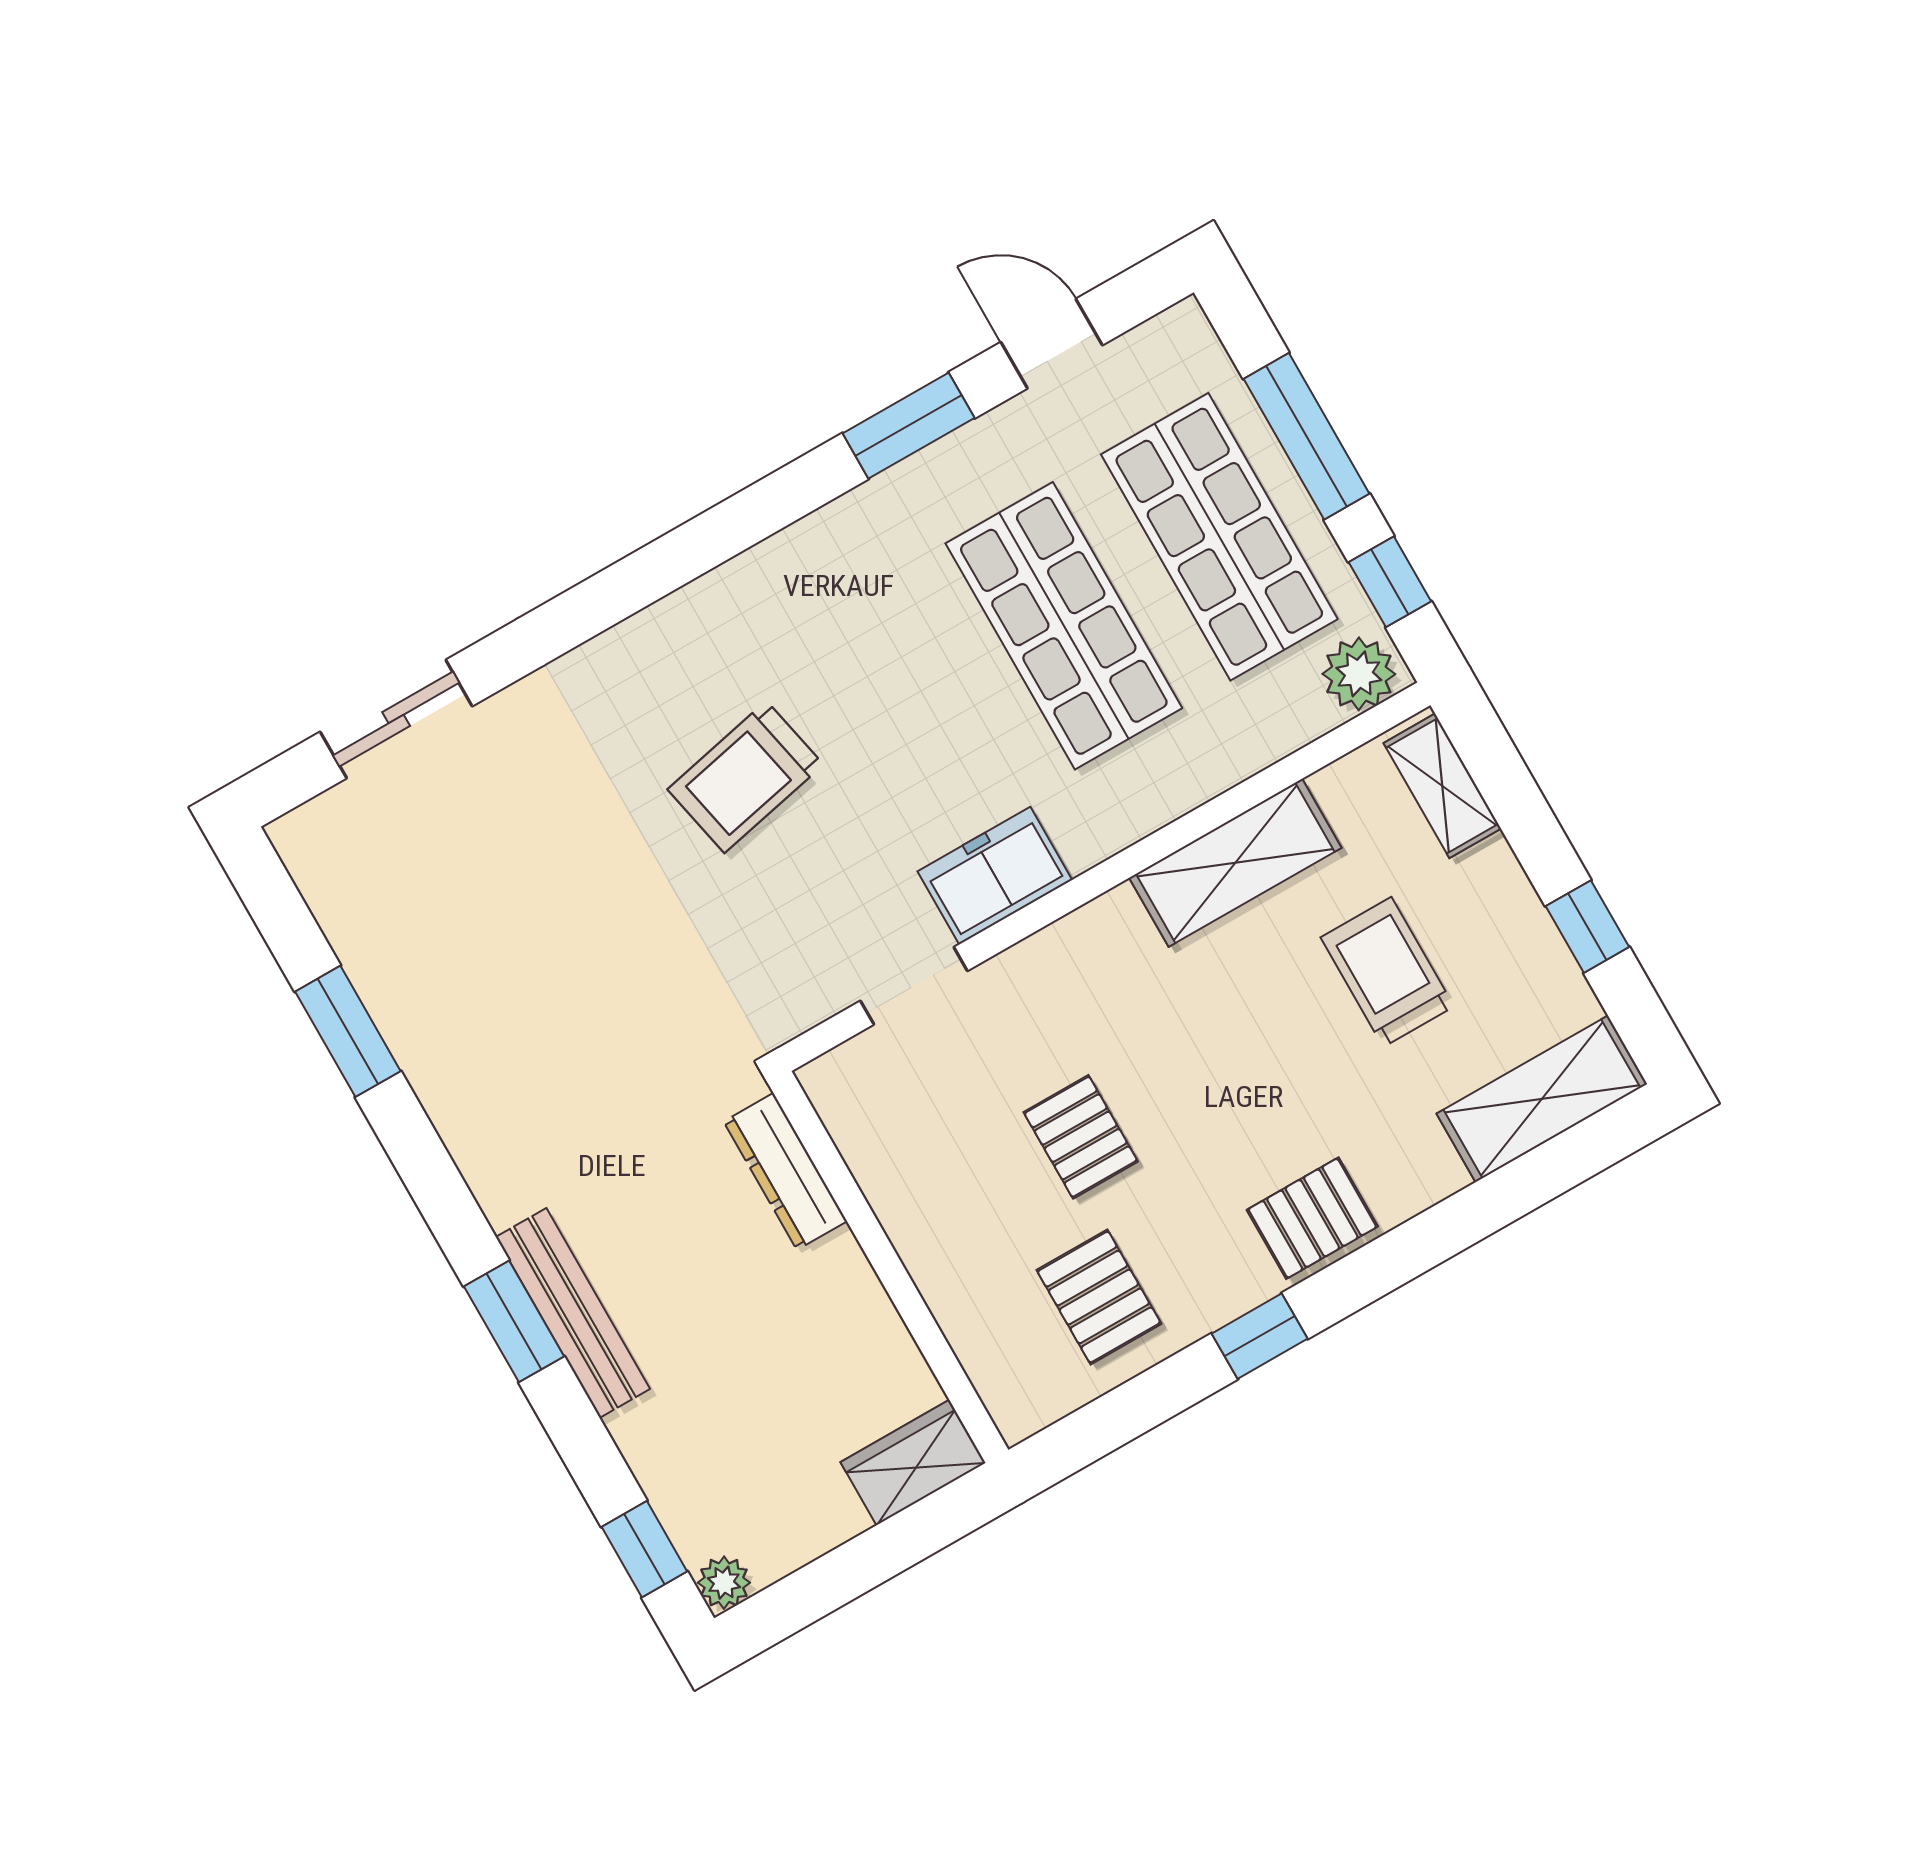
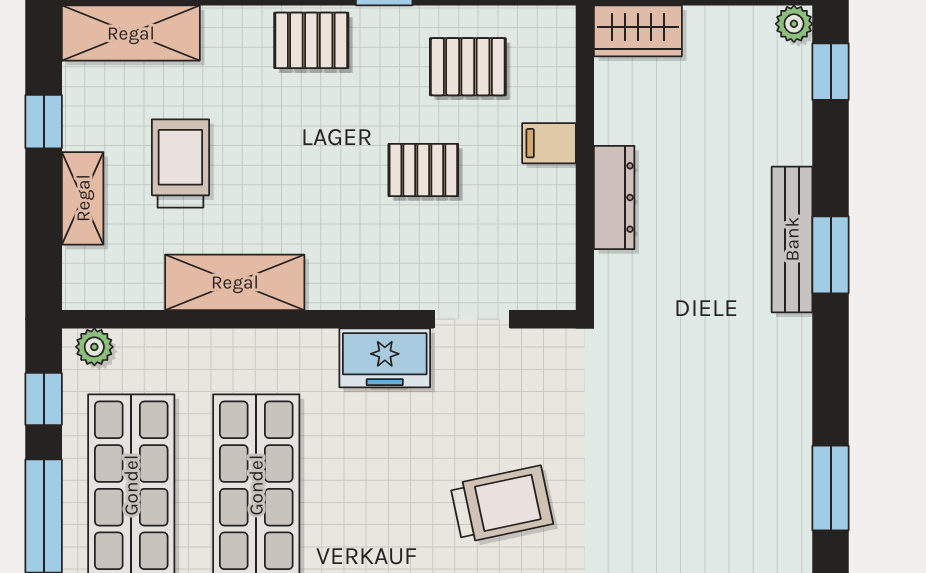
plant: (1359, 674) -> (94, 347), width x0.73, depth x0.73
shelving: (1442, 786) -> (83, 198), moved
trolley: (1387, 972) -> (180, 164), turned 180
pallet: (1081, 1137) -> (423, 170), turned 90
dresser: (785, 1171) -> (614, 197), moved
filing cabinet: (944, 1260) -> (549, 143), added
pallet: (1099, 1297) -> (468, 67), turned 90

